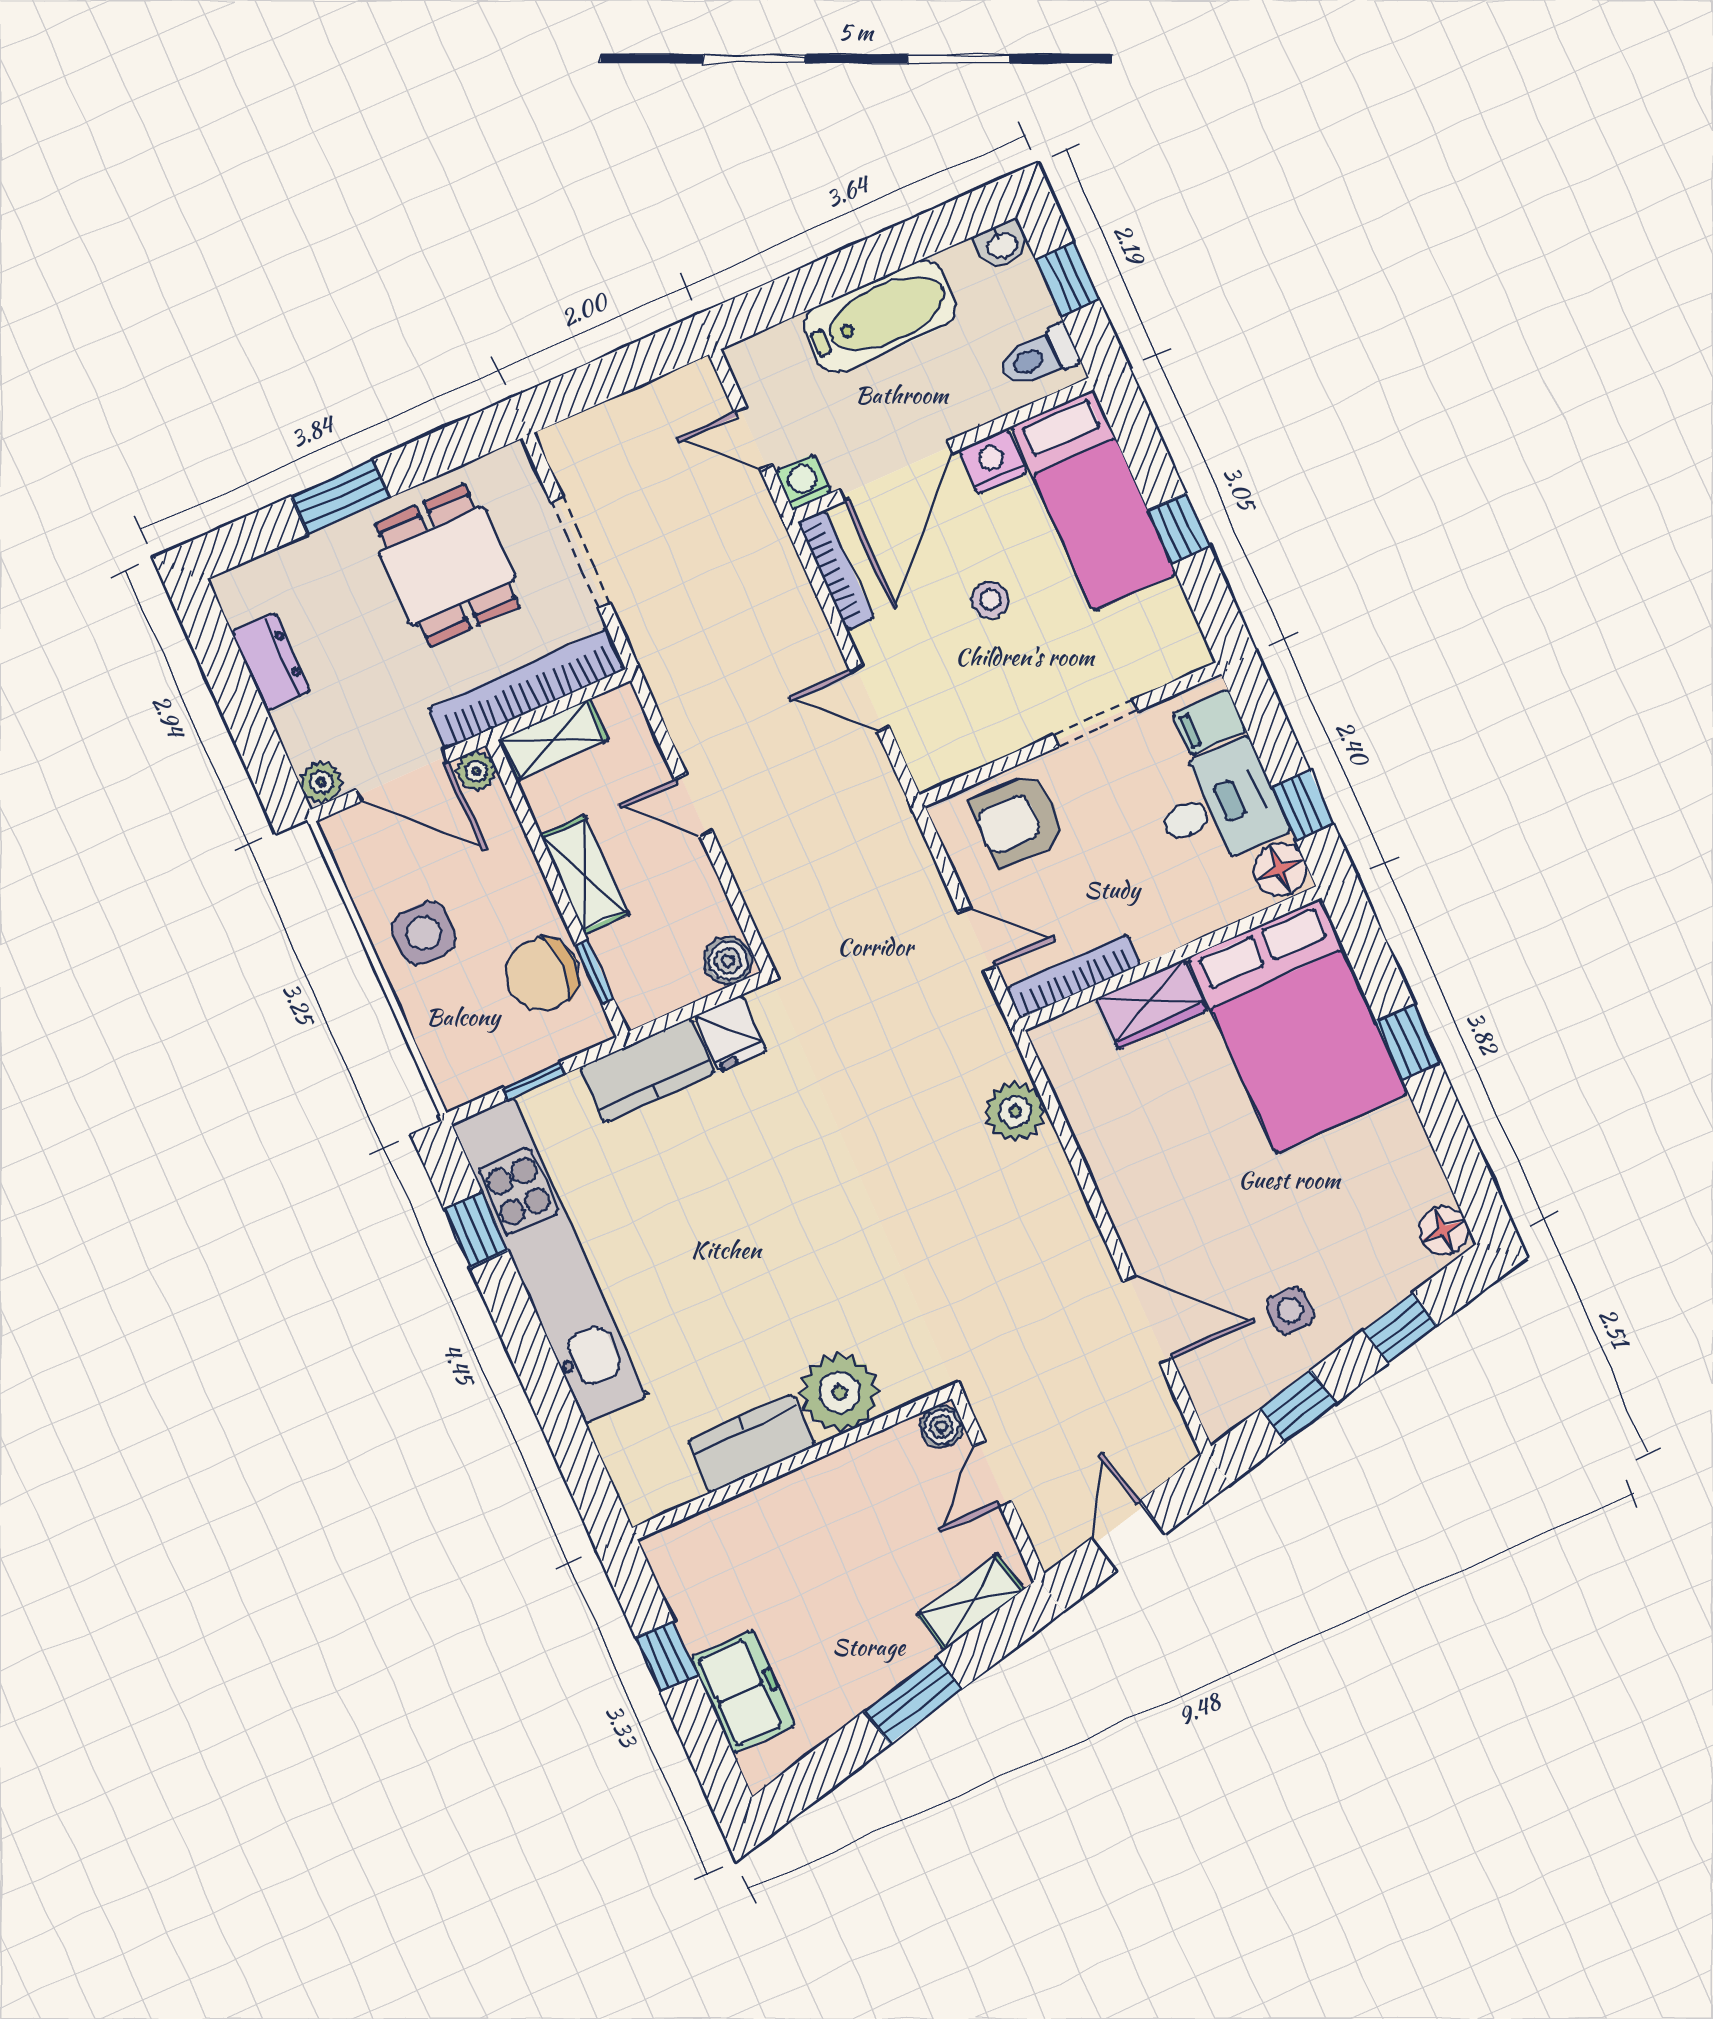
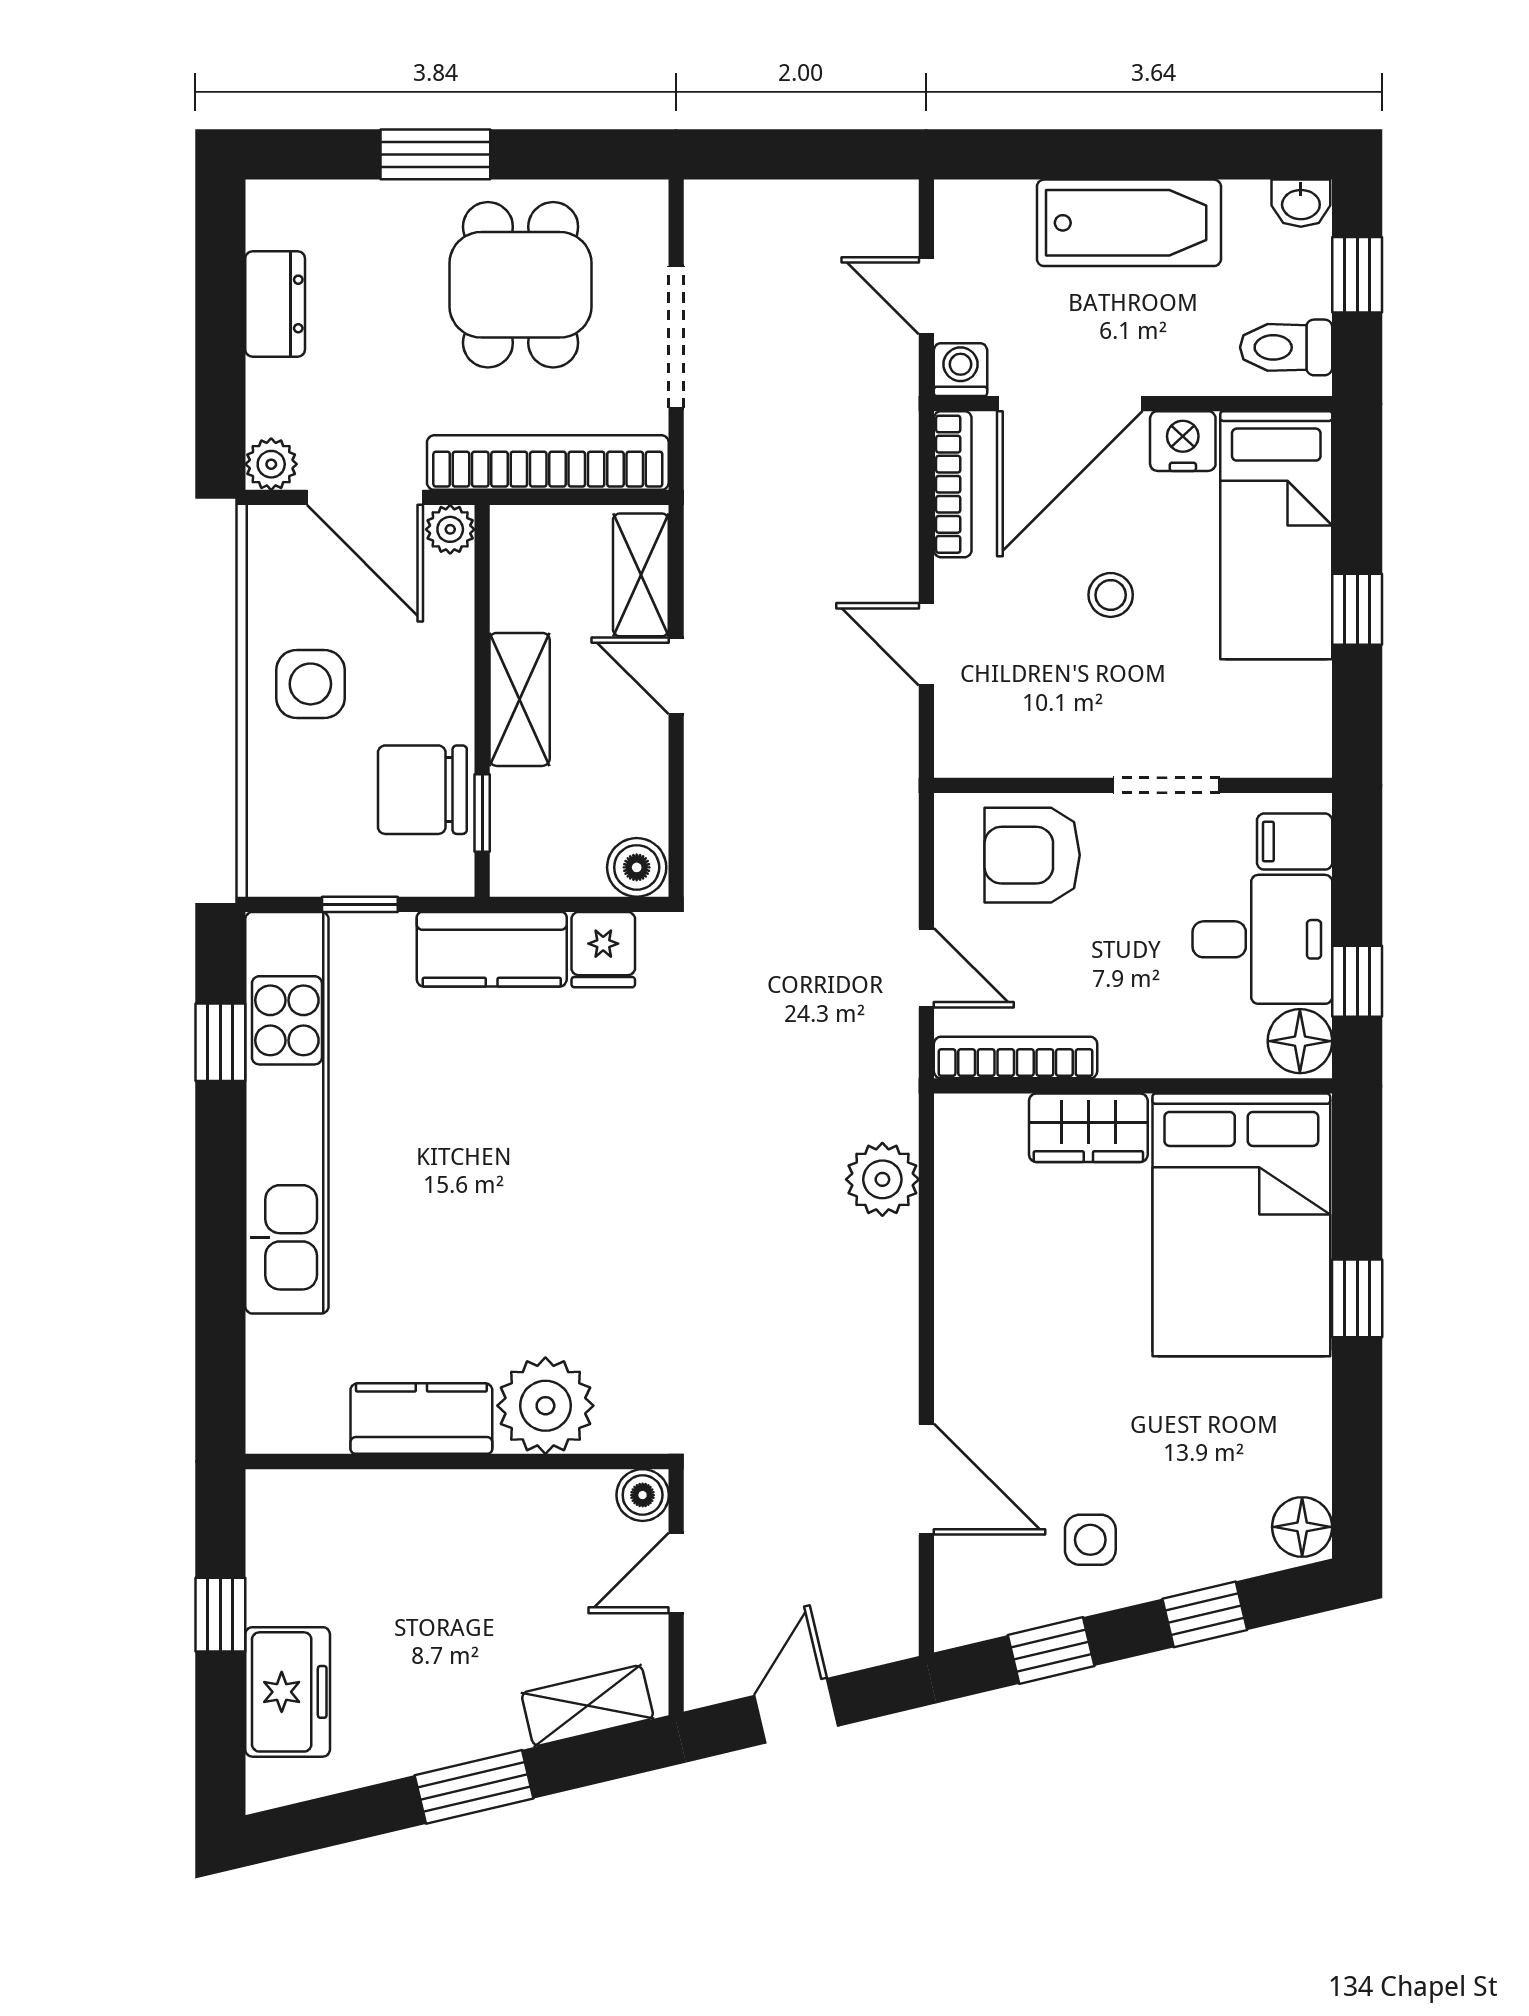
shelving: (553, 740) -> (641, 575), moved, turned 90

